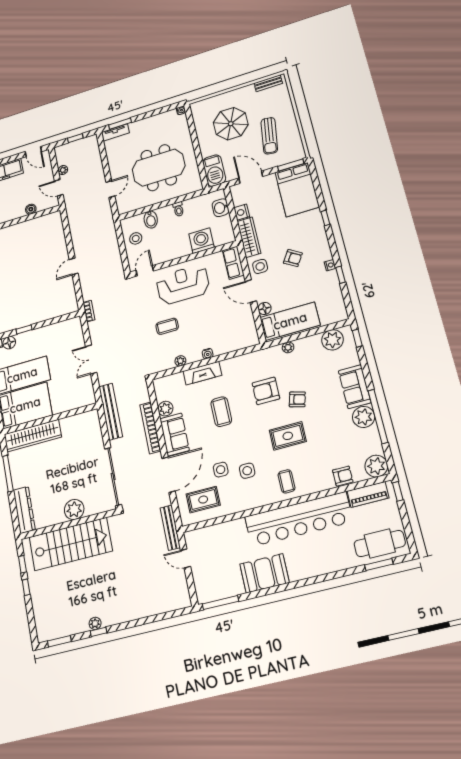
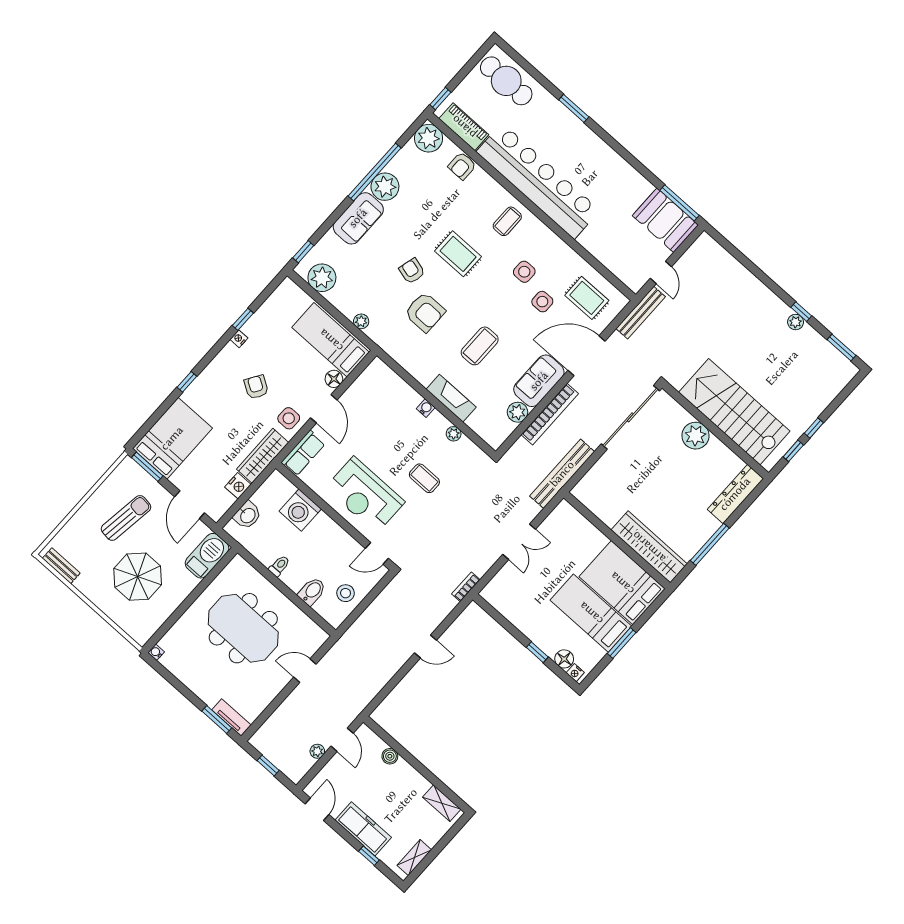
armchair: (343, 476) -> (462, 166), turned -90
window: (379, 565) -> (574, 108), moved
booth: (264, 573) -> (665, 220), moved

